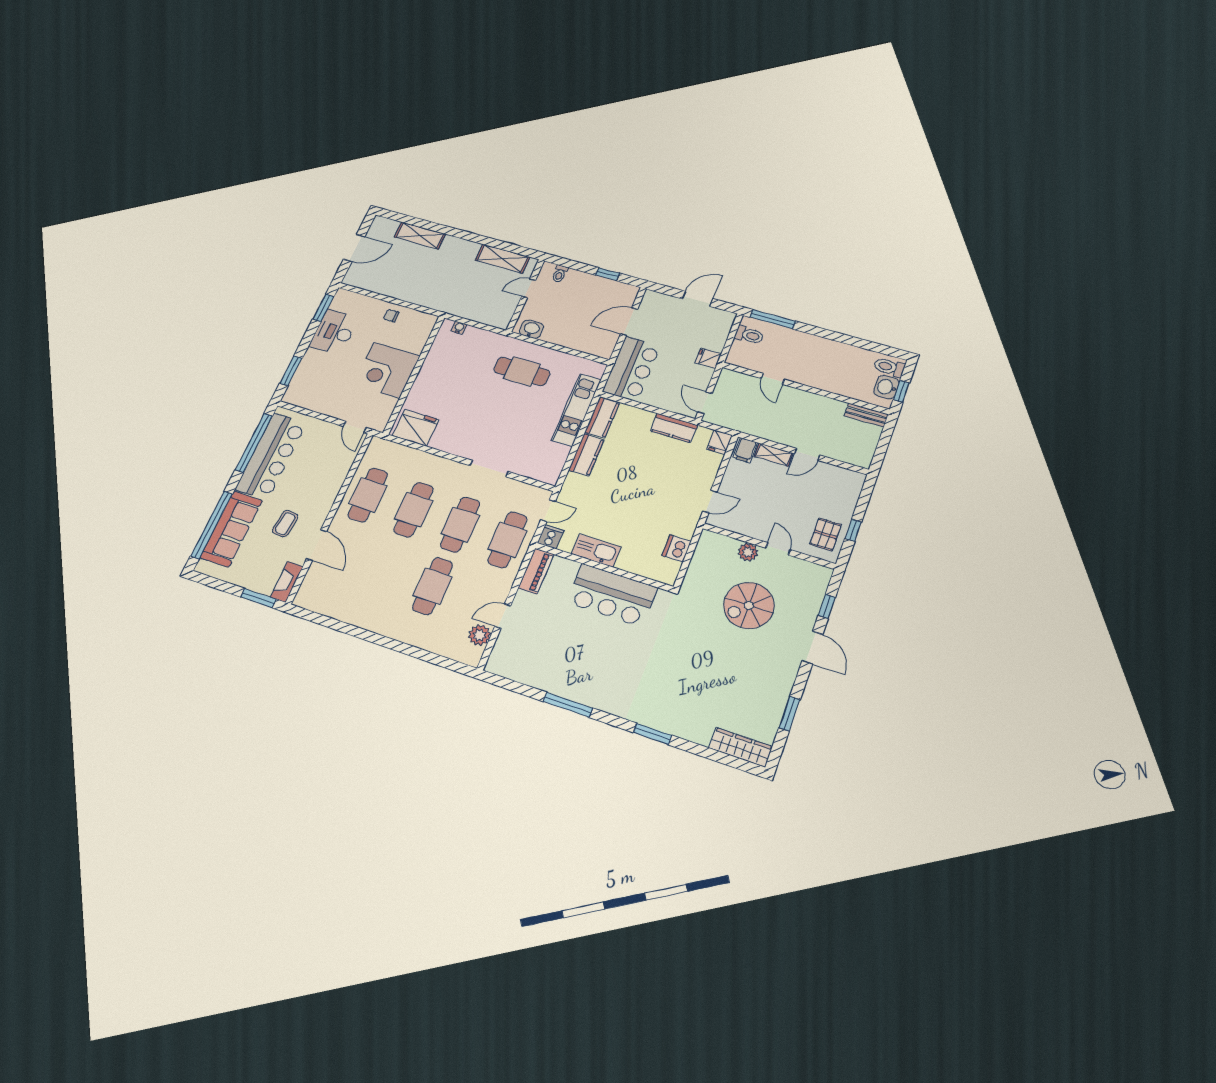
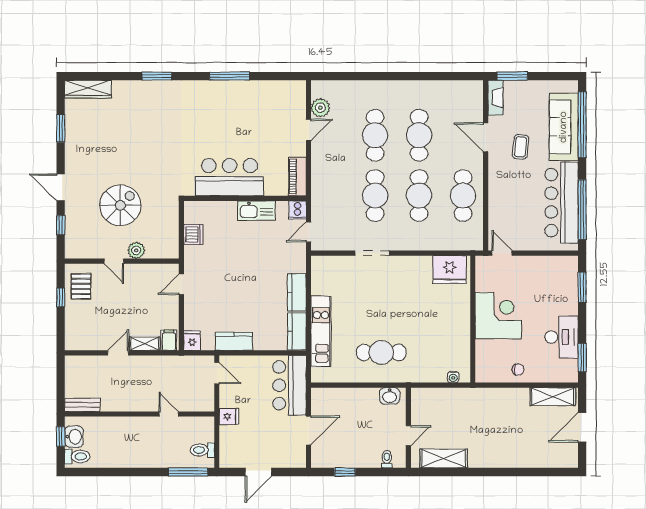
shelving: (420, 236) -> (553, 397), moved
cafe table: (508, 540) -> (419, 135), moved

